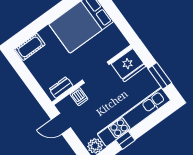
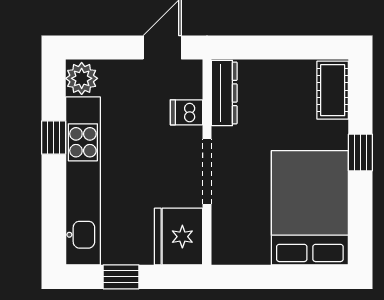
window: (46, 19) -> (360, 153), added
window: (160, 76) -> (121, 277), width x0.67
dresser: (61, 87) -> (224, 93), width x1.44

